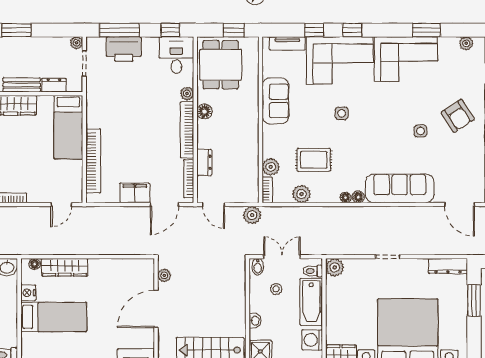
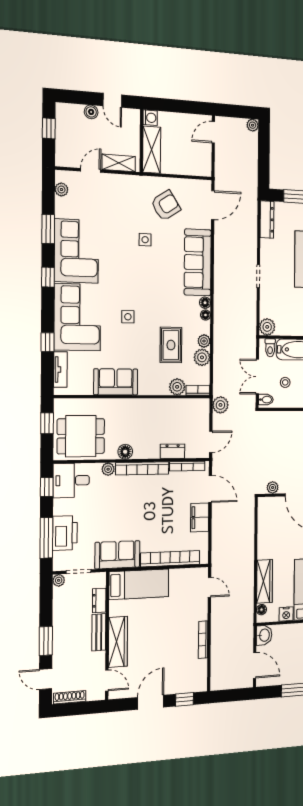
window: (352, 30) -> (48, 277), moved
sofa: (100, 104) -> (117, 555), added
armchair: (458, 116) -> (166, 206), moved
plant: (318, 196) -> (204, 341), added

